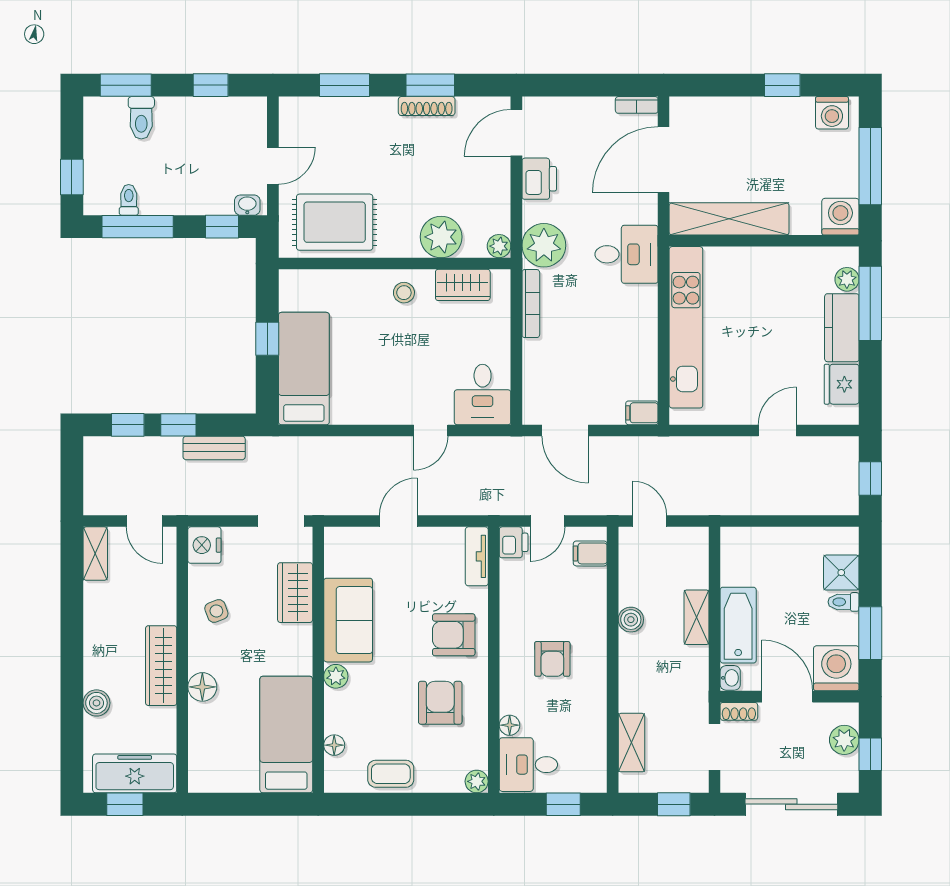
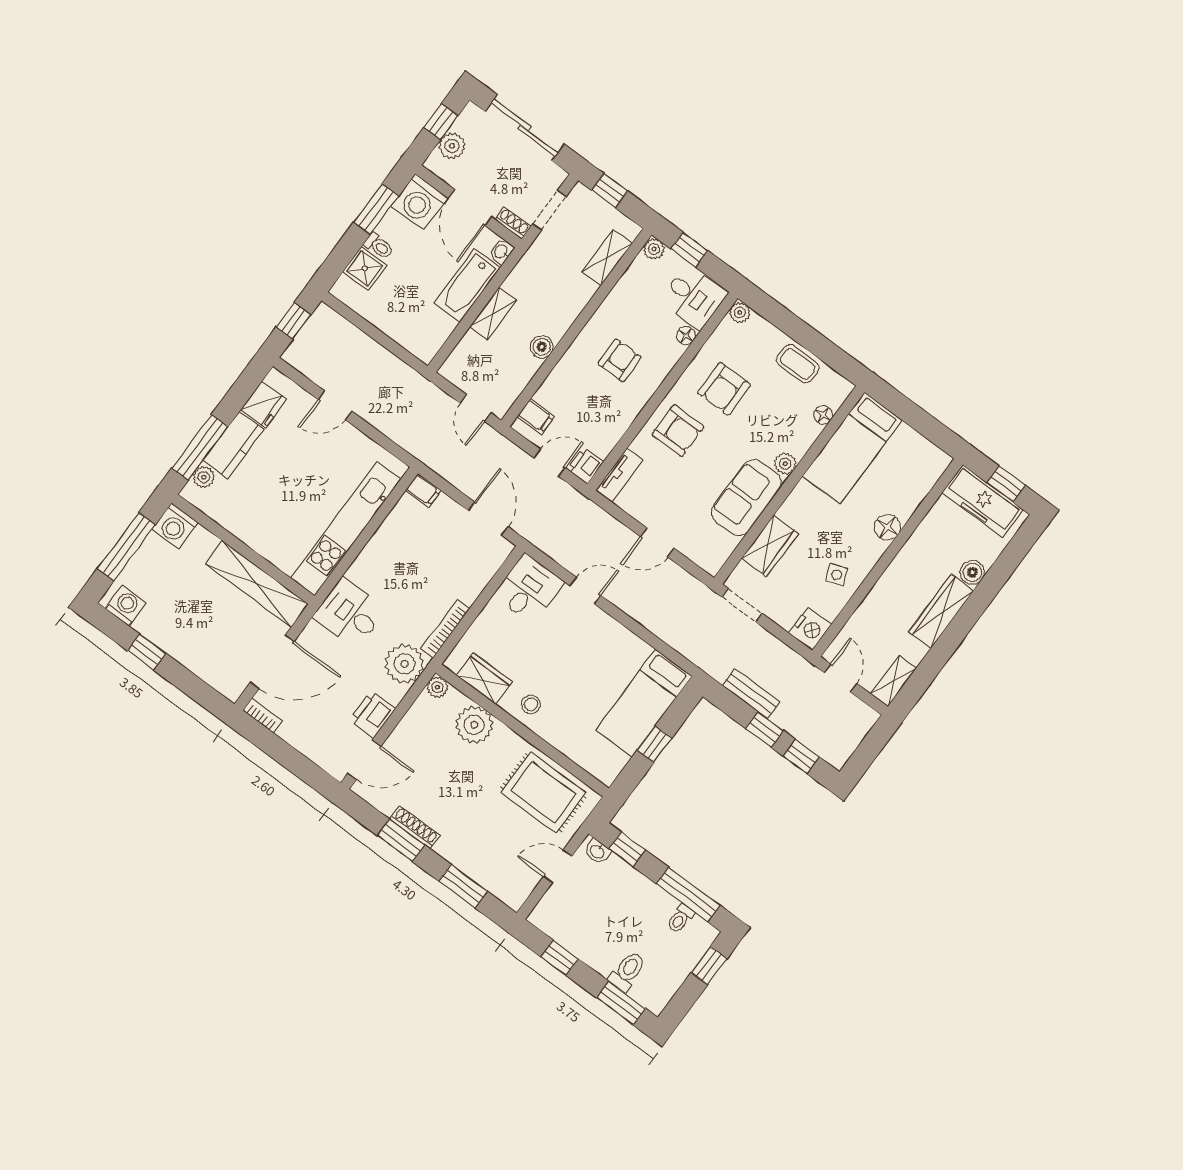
wardrobe: (161, 666) -> (941, 611), moved, turned 180
plant: (595, 781) -> (654, 249), added

